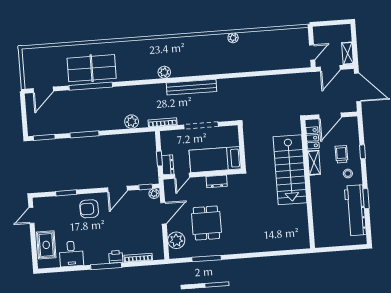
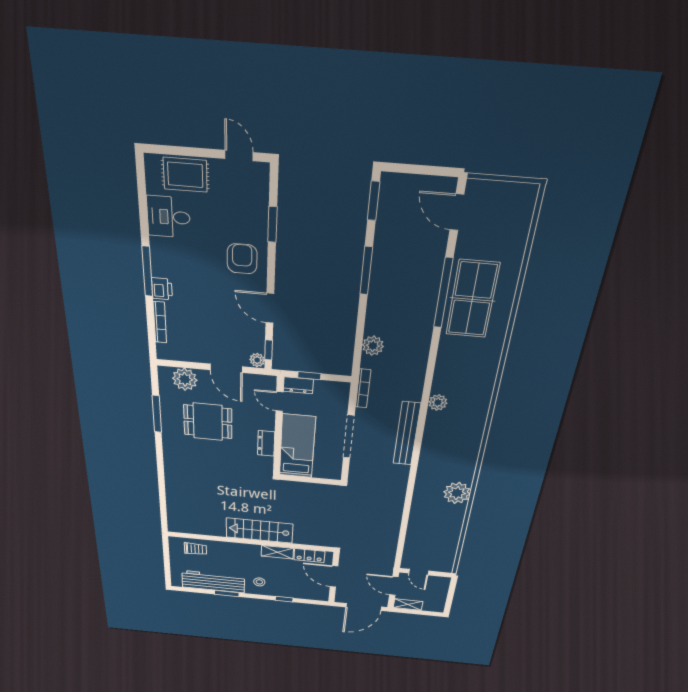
plant: (233, 38) -> (457, 493), width x1.87, depth x1.87
trolley: (341, 154) -> (195, 549), moved
stairs: (290, 170) -> (259, 531), width x0.73, depth x0.66

